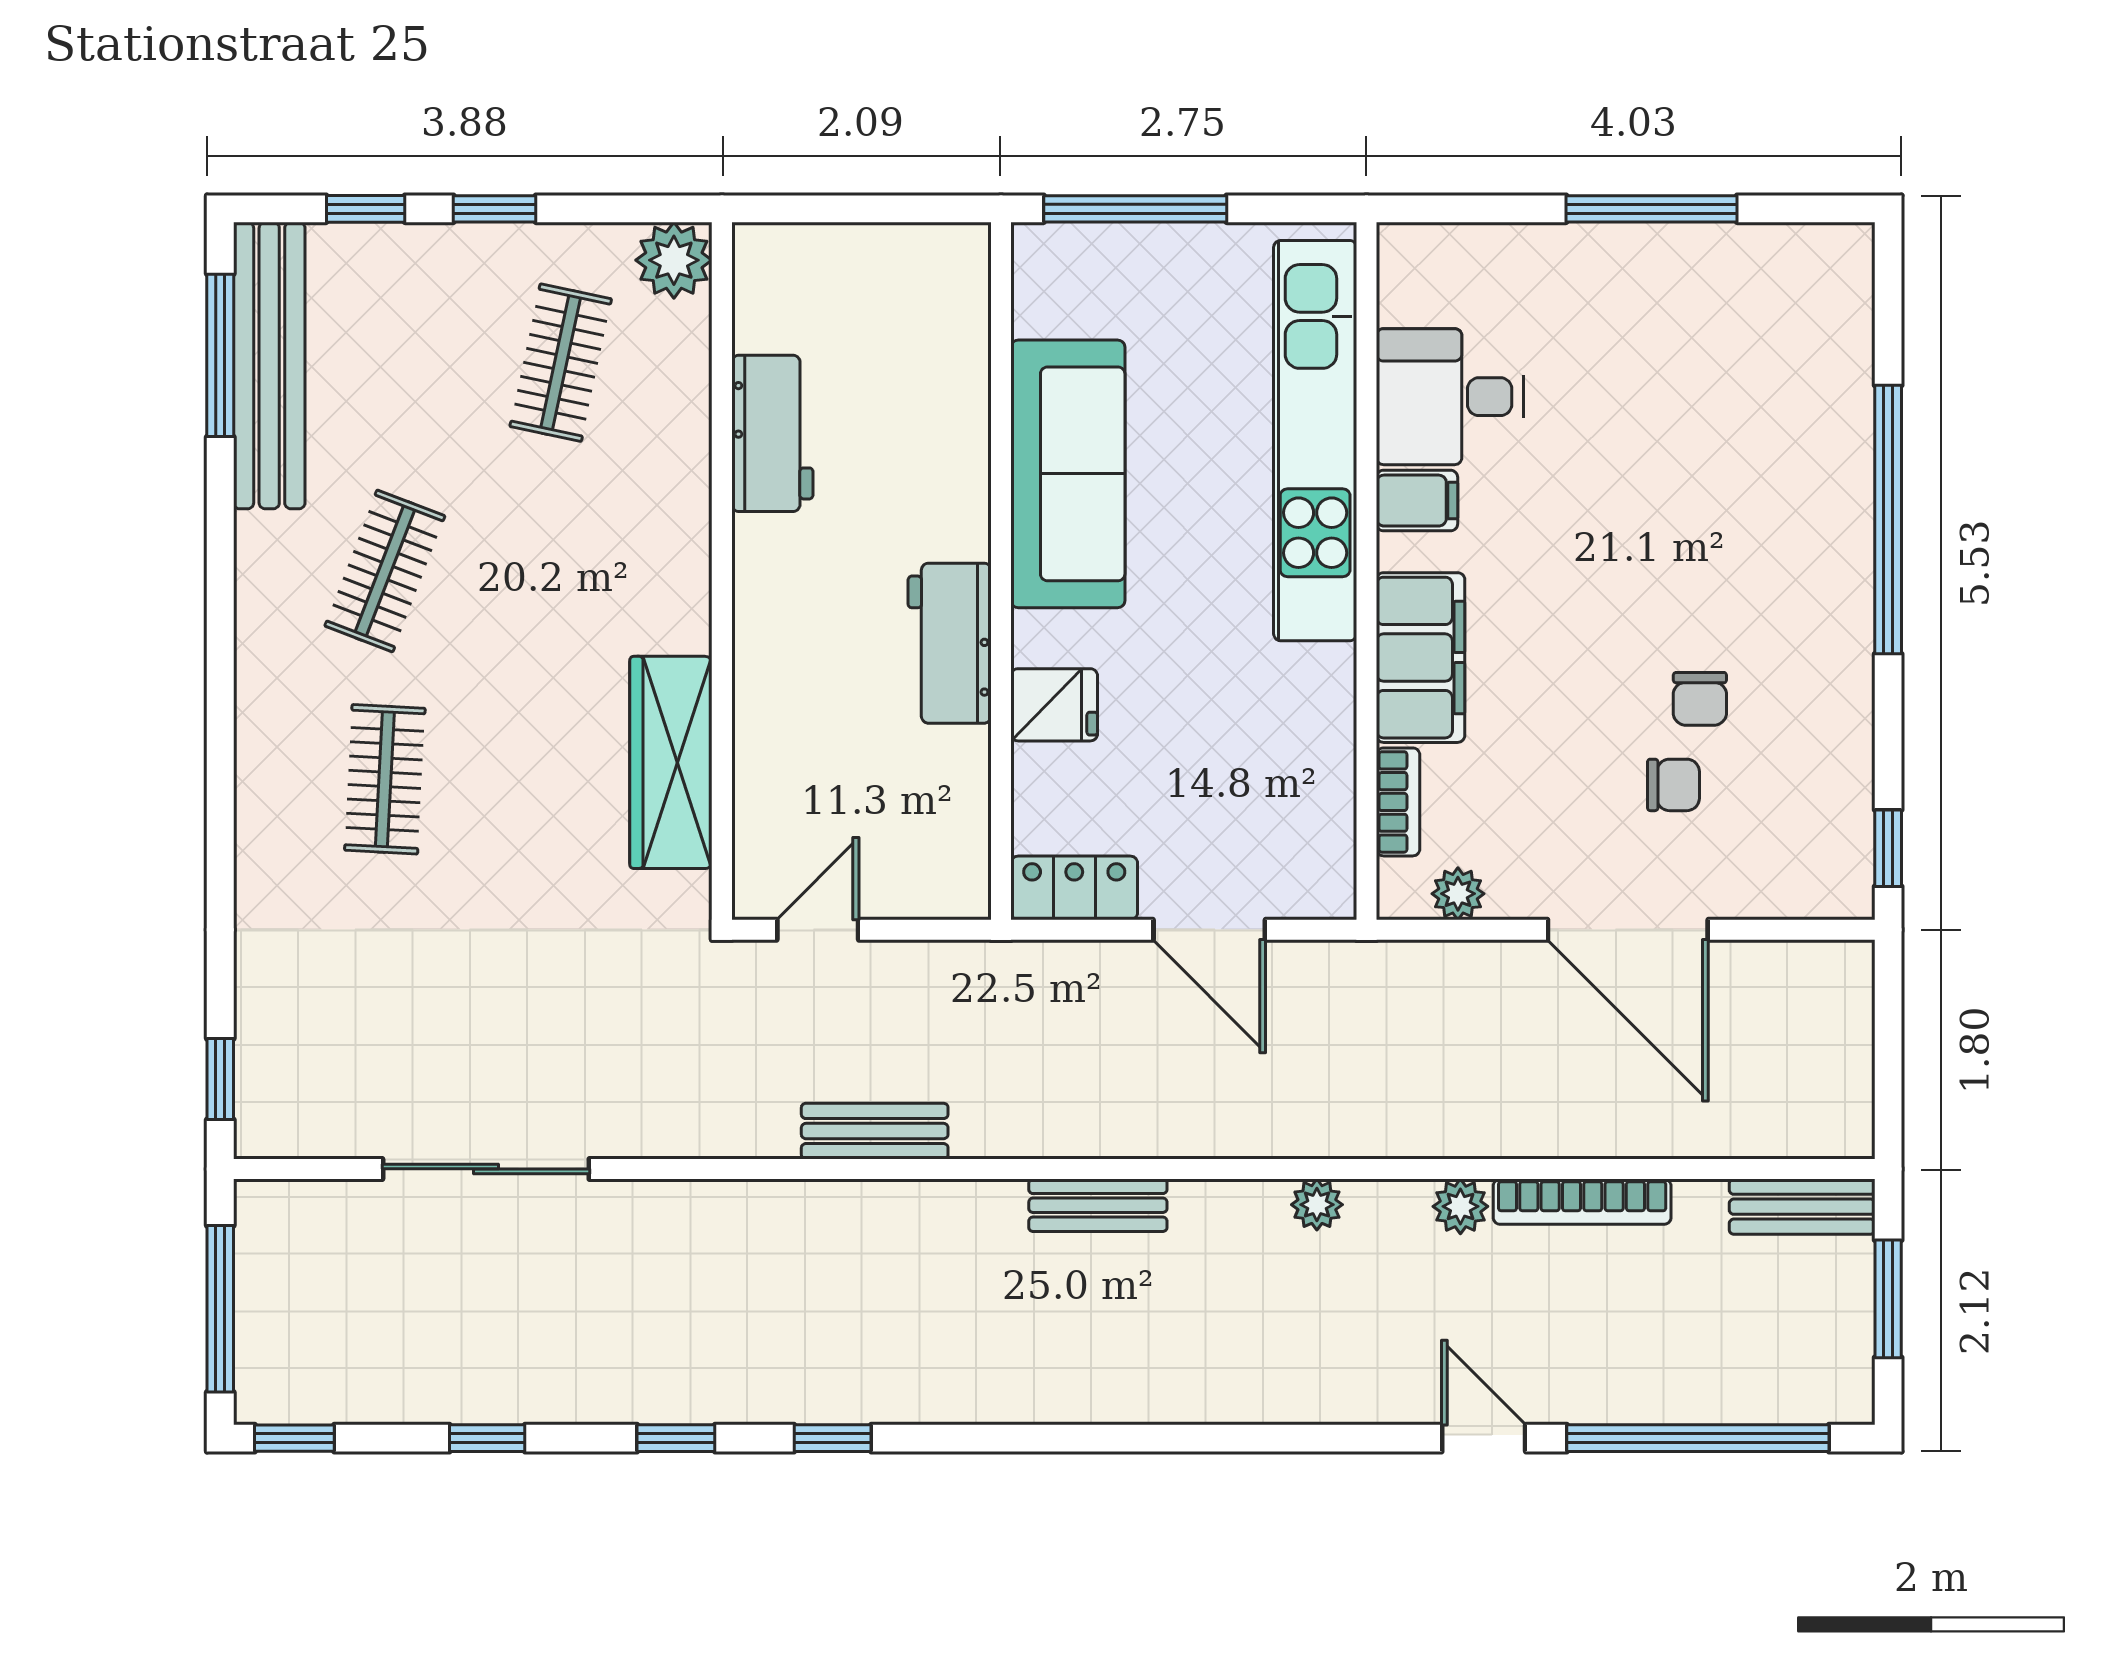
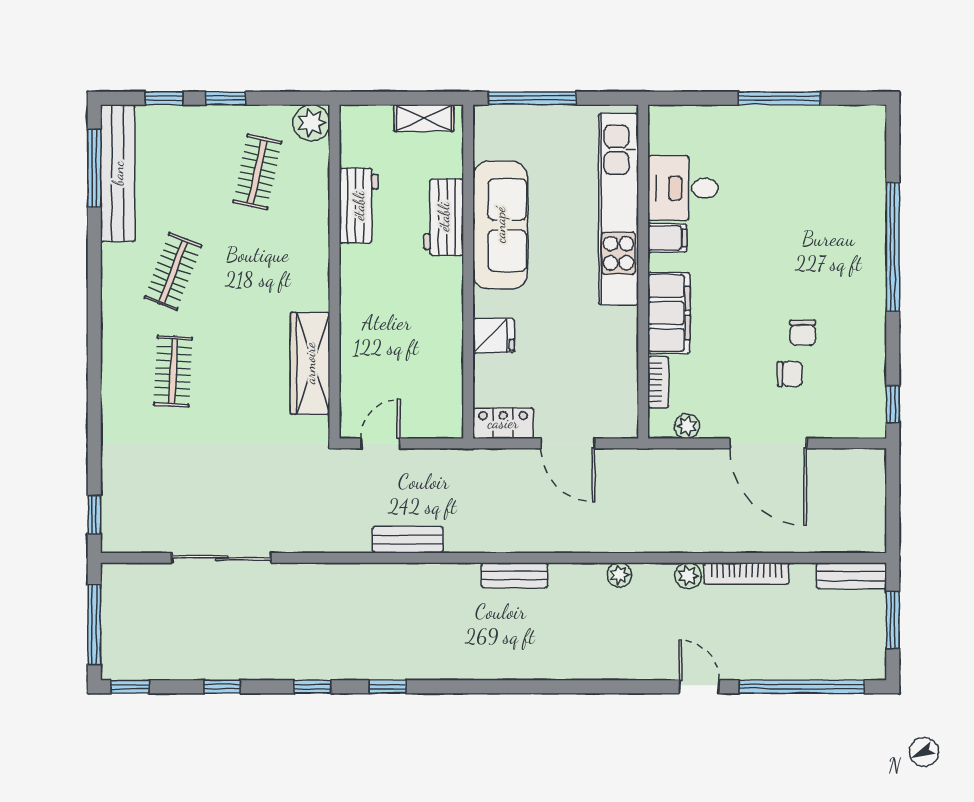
shelving: (908, 250) -> (424, 118), added
workbench: (950, 643) -> (444, 217), moved

